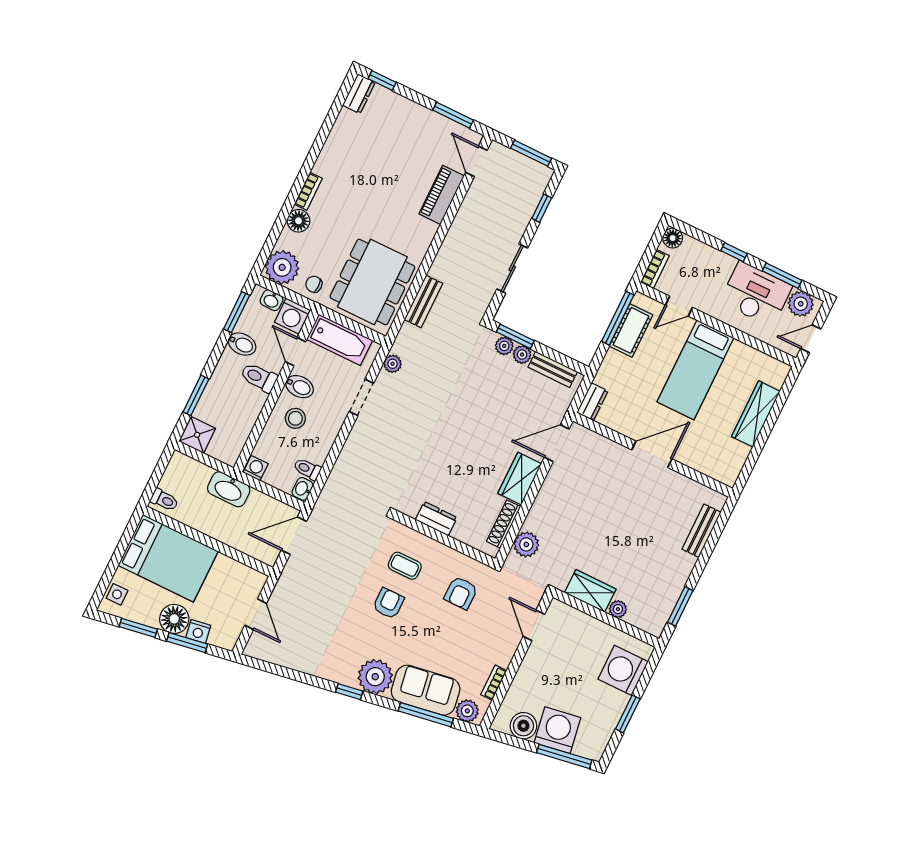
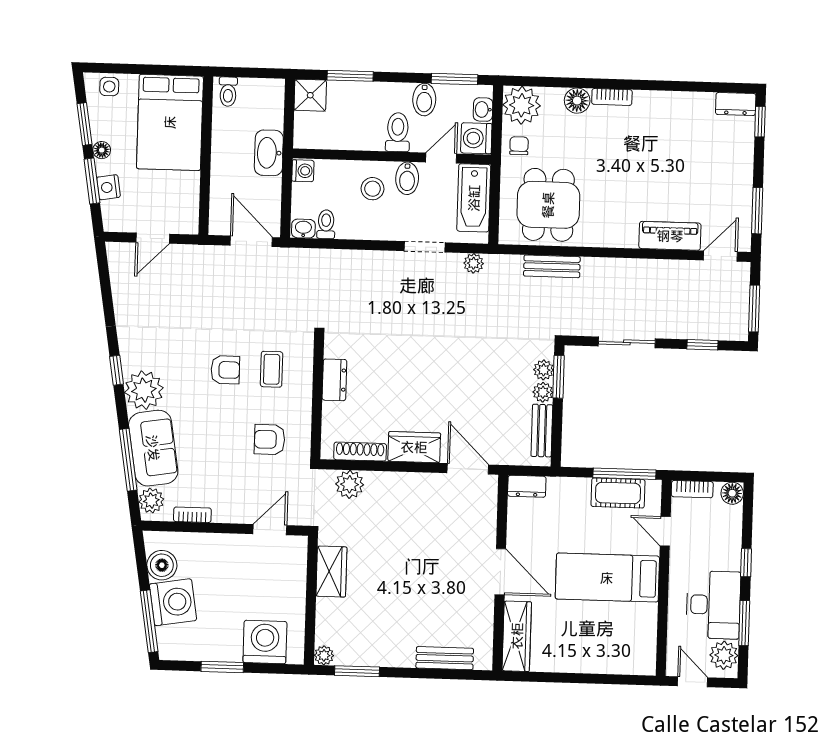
dining table: (372, 282) -> (548, 205), width x0.73
wardrobe: (756, 414) -> (517, 636), moved, turned 90
plant: (618, 609) -> (324, 655), moved
floor lamp: (174, 619) -> (102, 150), width x0.53, depth x0.53

